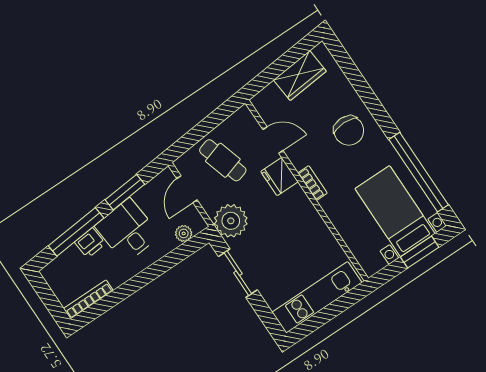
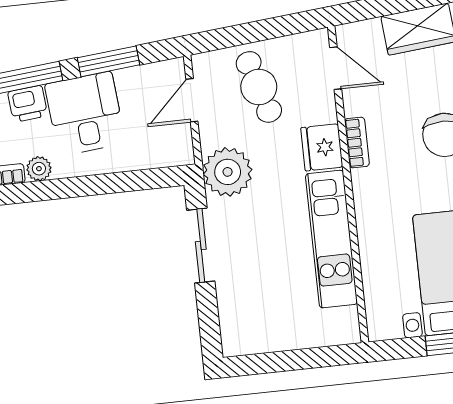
door: (273, 140) -> (336, 68), moved
bookcase: (312, 183) -> (357, 143), moved
plant: (184, 233) -> (39, 169), moved
kitchen unit: (317, 297) -> (331, 239), moved, turned -90

